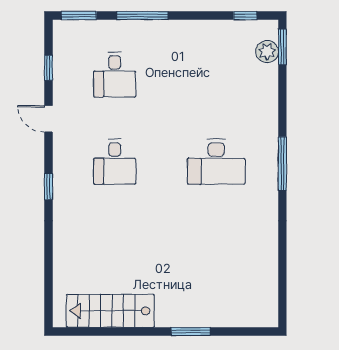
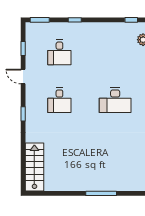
window: (142, 16) -> (75, 20), width x0.46
stairs: (110, 311) -> (34, 167), moved, turned 90
window: (191, 332) -> (101, 193), width x1.44

